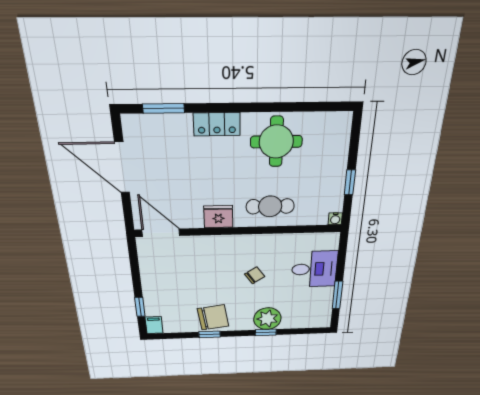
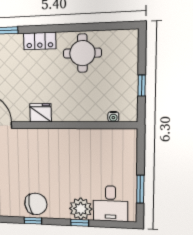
cafe table: (270, 206) -> (80, 105), removed
water cooler: (335, 219) -> (113, 117), moved
desk: (314, 269) -> (110, 204), moved, turned 90
chair: (255, 275) -> (69, 166), removed

